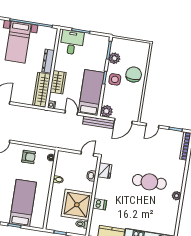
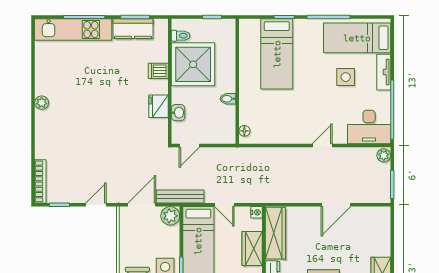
armchair: (29, 157) -> (279, 126), removed
fridge: (105, 171) -> (158, 106), moved
cafe table: (149, 182) -> (87, 117), removed

